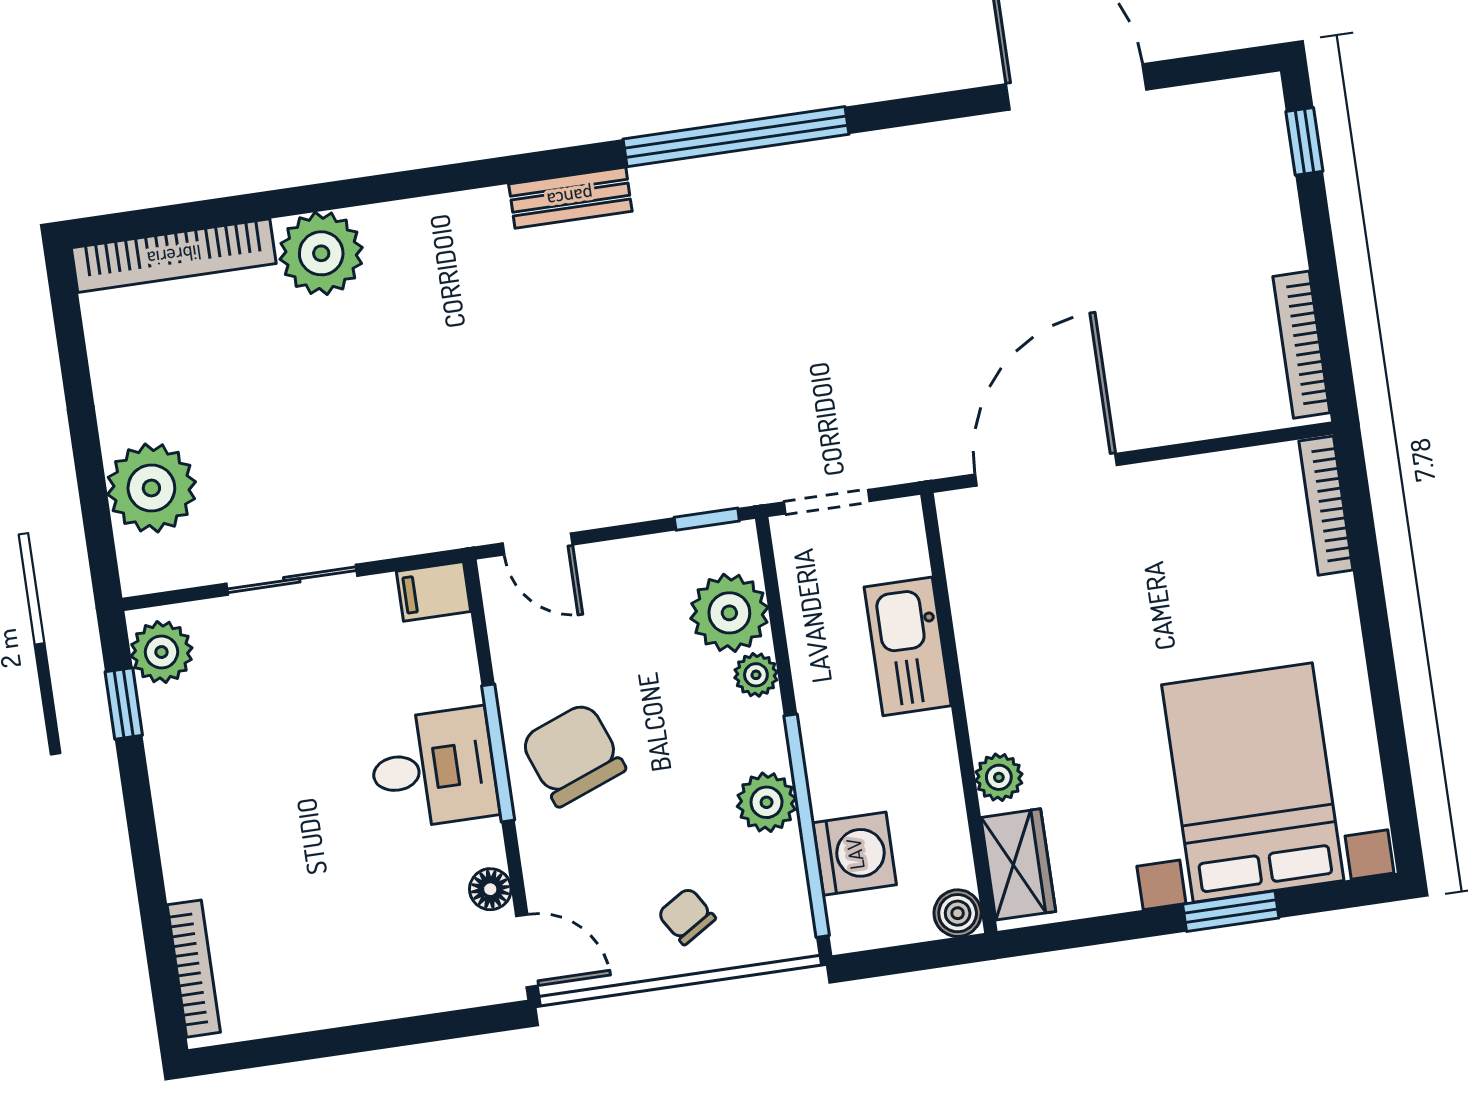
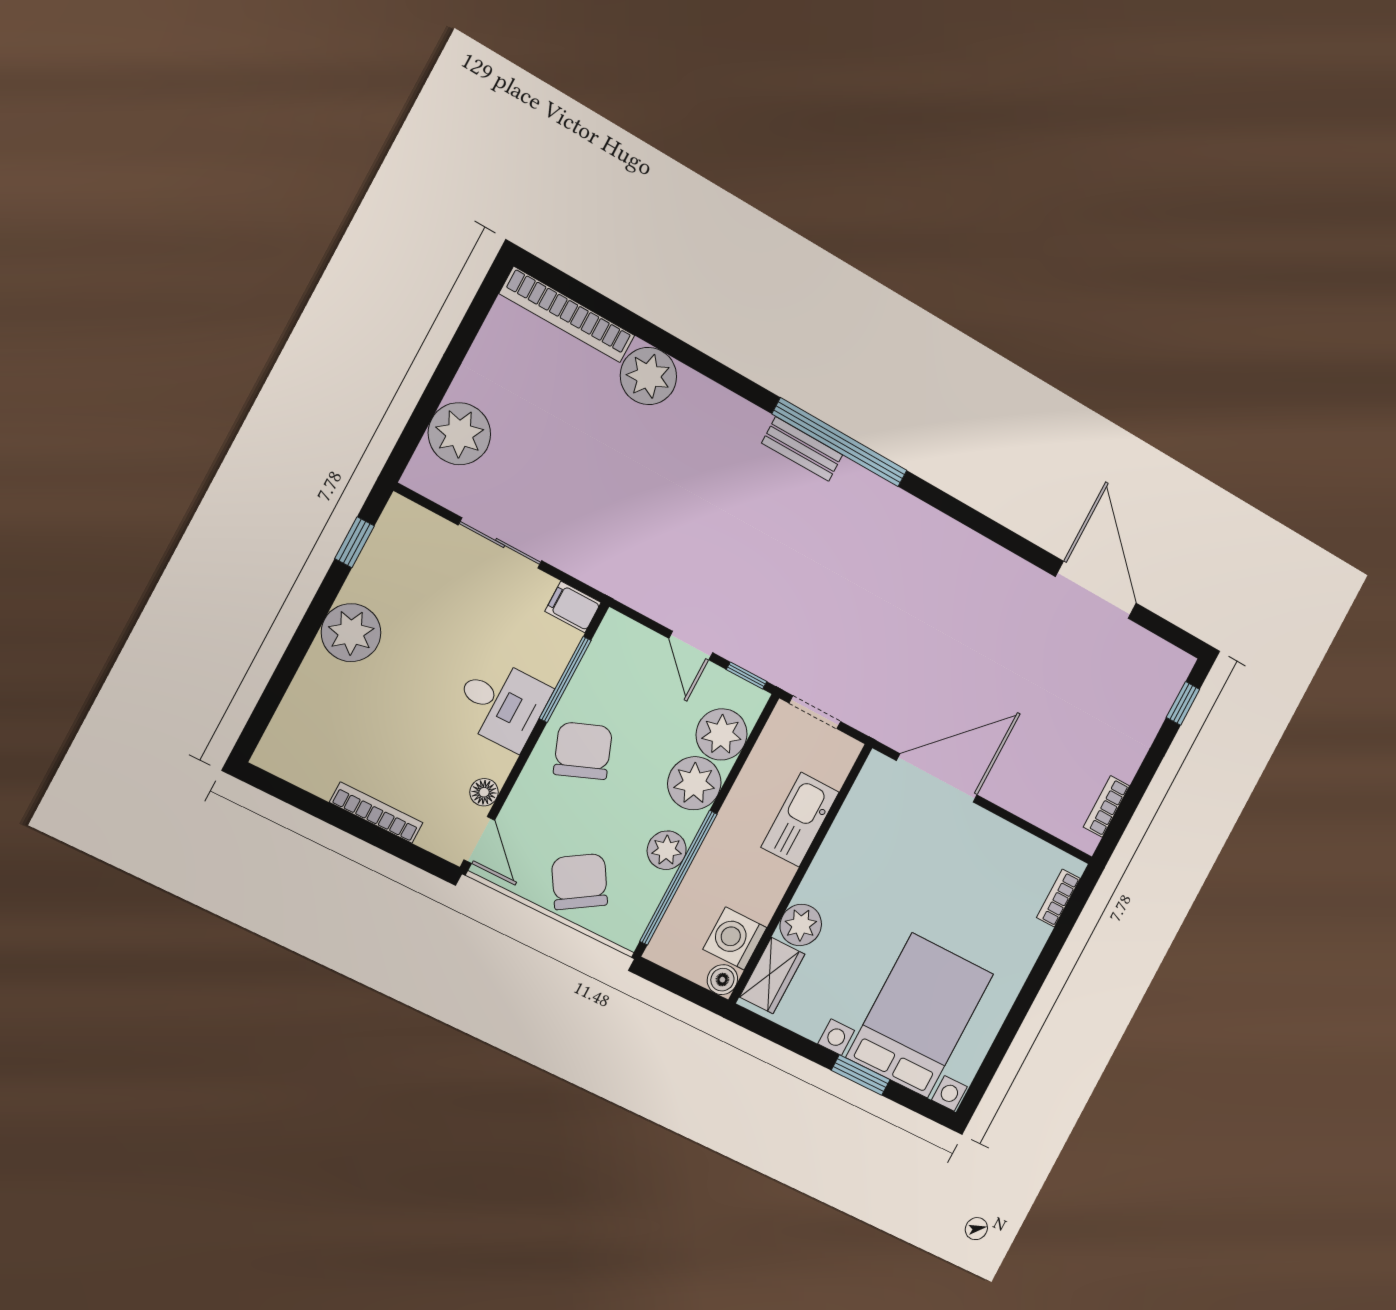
window: (736, 137) -> (840, 442), moved
bookcase: (1301, 345) -> (1107, 806), width x0.64
bookcase: (1326, 506) -> (1058, 898), width x0.64
door: (538, 544) -> (691, 646), moved
plant: (161, 652) -> (351, 633), moved, width x1.36, depth x1.36
plant: (756, 675) -> (694, 783), width x1.88, depth x1.88
window: (498, 753) -> (565, 680), moved
plant: (999, 777) -> (801, 925), width x1.38, depth x1.38
washing machine: (855, 854) -> (735, 938), moved, turned 180
chair: (687, 916) -> (580, 882), width x1.87, depth x1.87
bookcase: (194, 969) -> (376, 813), moved, turned -90

